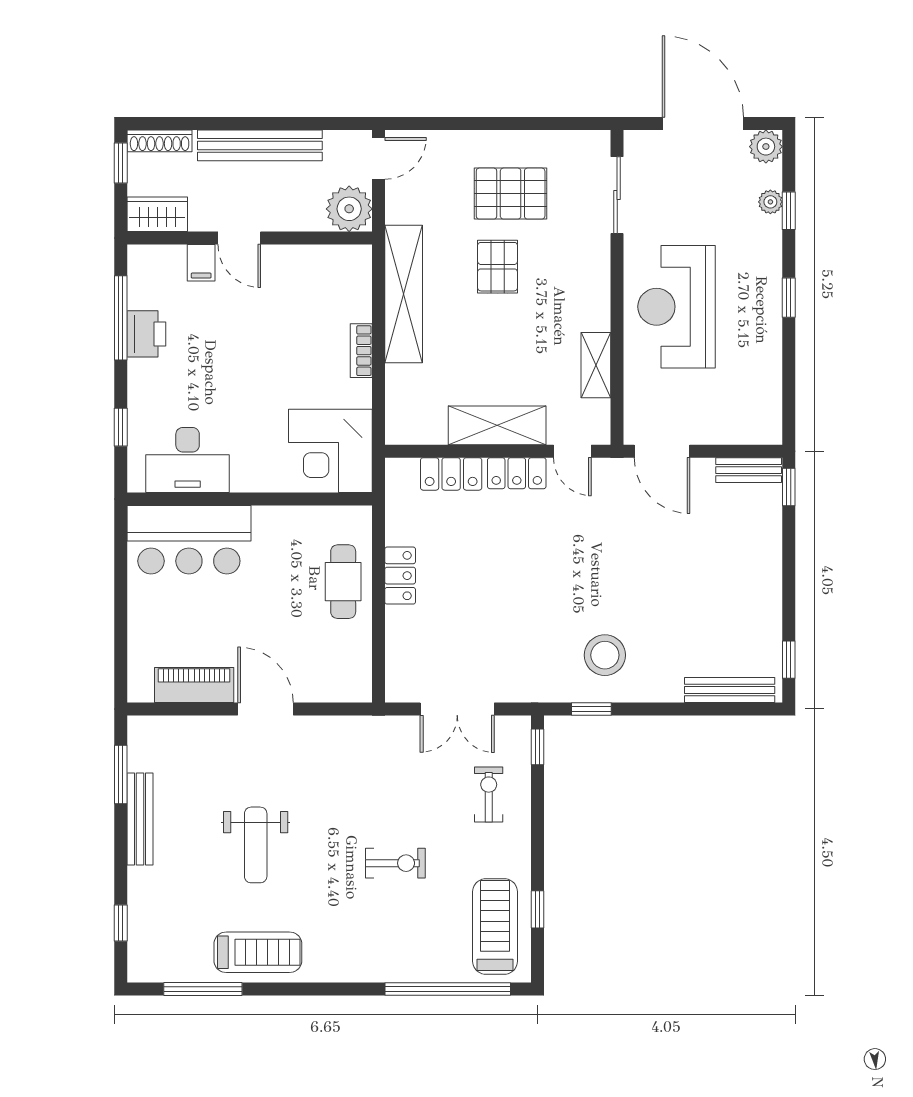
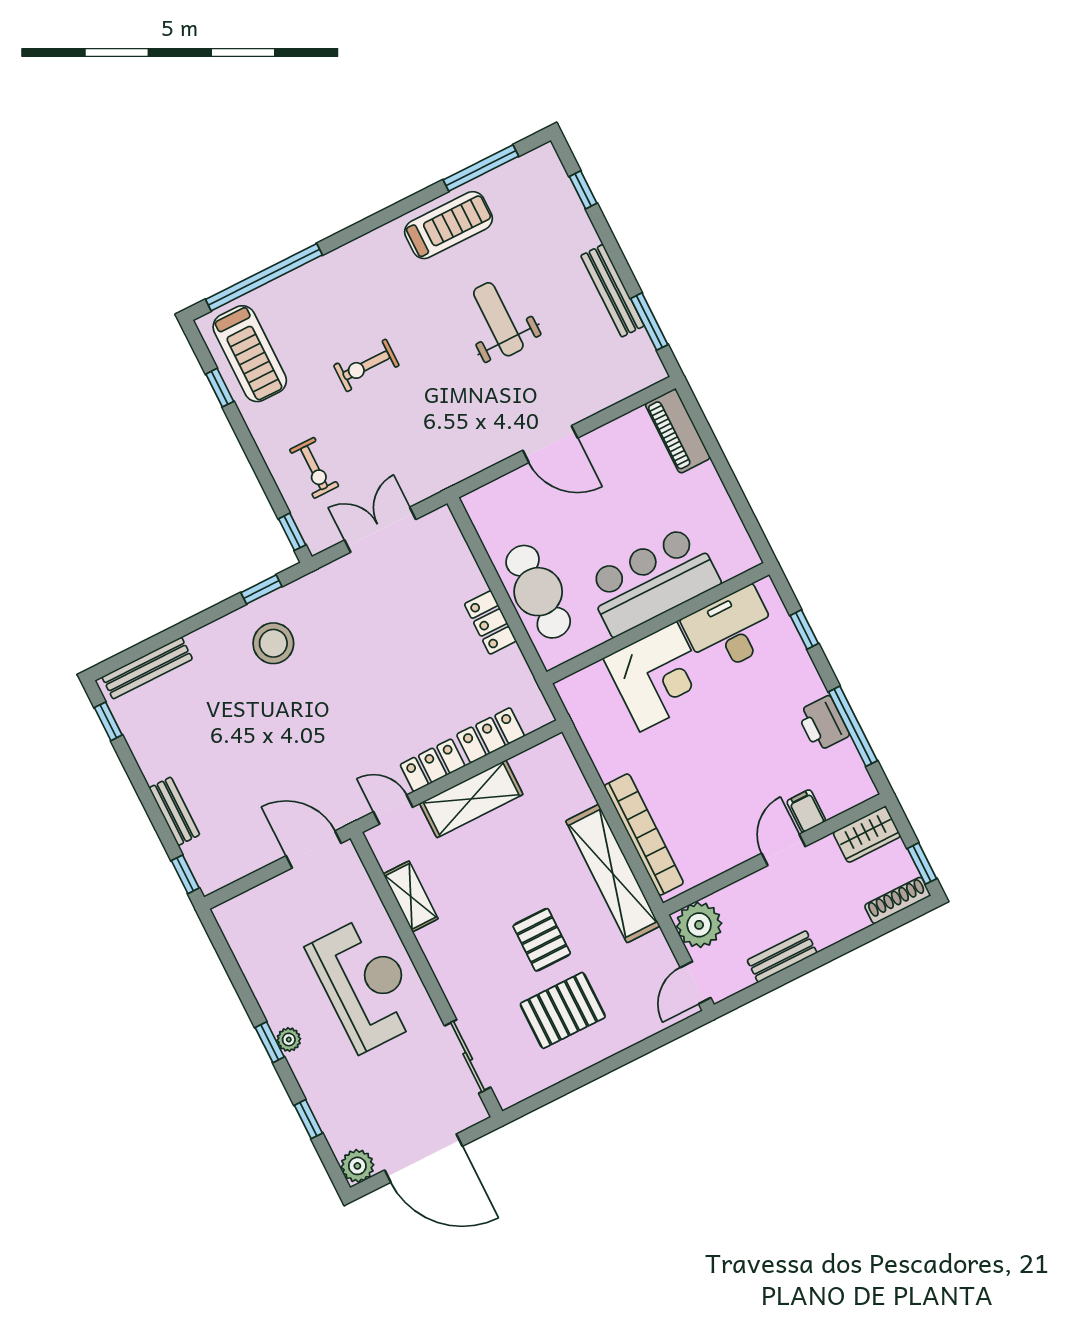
bench: (260, 145) -> (782, 957), width x0.54, depth x0.82
plant: (770, 202) -> (289, 1040), moved
door: (239, 238) -> (783, 850), hinge flipped
bookcase: (361, 351) -> (644, 834), width x2.31, depth x1.31
corner desk: (330, 451) -> (658, 677), moved, turned 90
bench: (749, 470) -> (174, 811), moved, turned 90
bar counter: (189, 540) -> (652, 581), moved
cafe table: (343, 582) -> (538, 592), width x1.37, depth x1.35
piano: (194, 685) -> (678, 431), moved, turned 90
treadmill: (258, 952) -> (448, 225), turned 180

